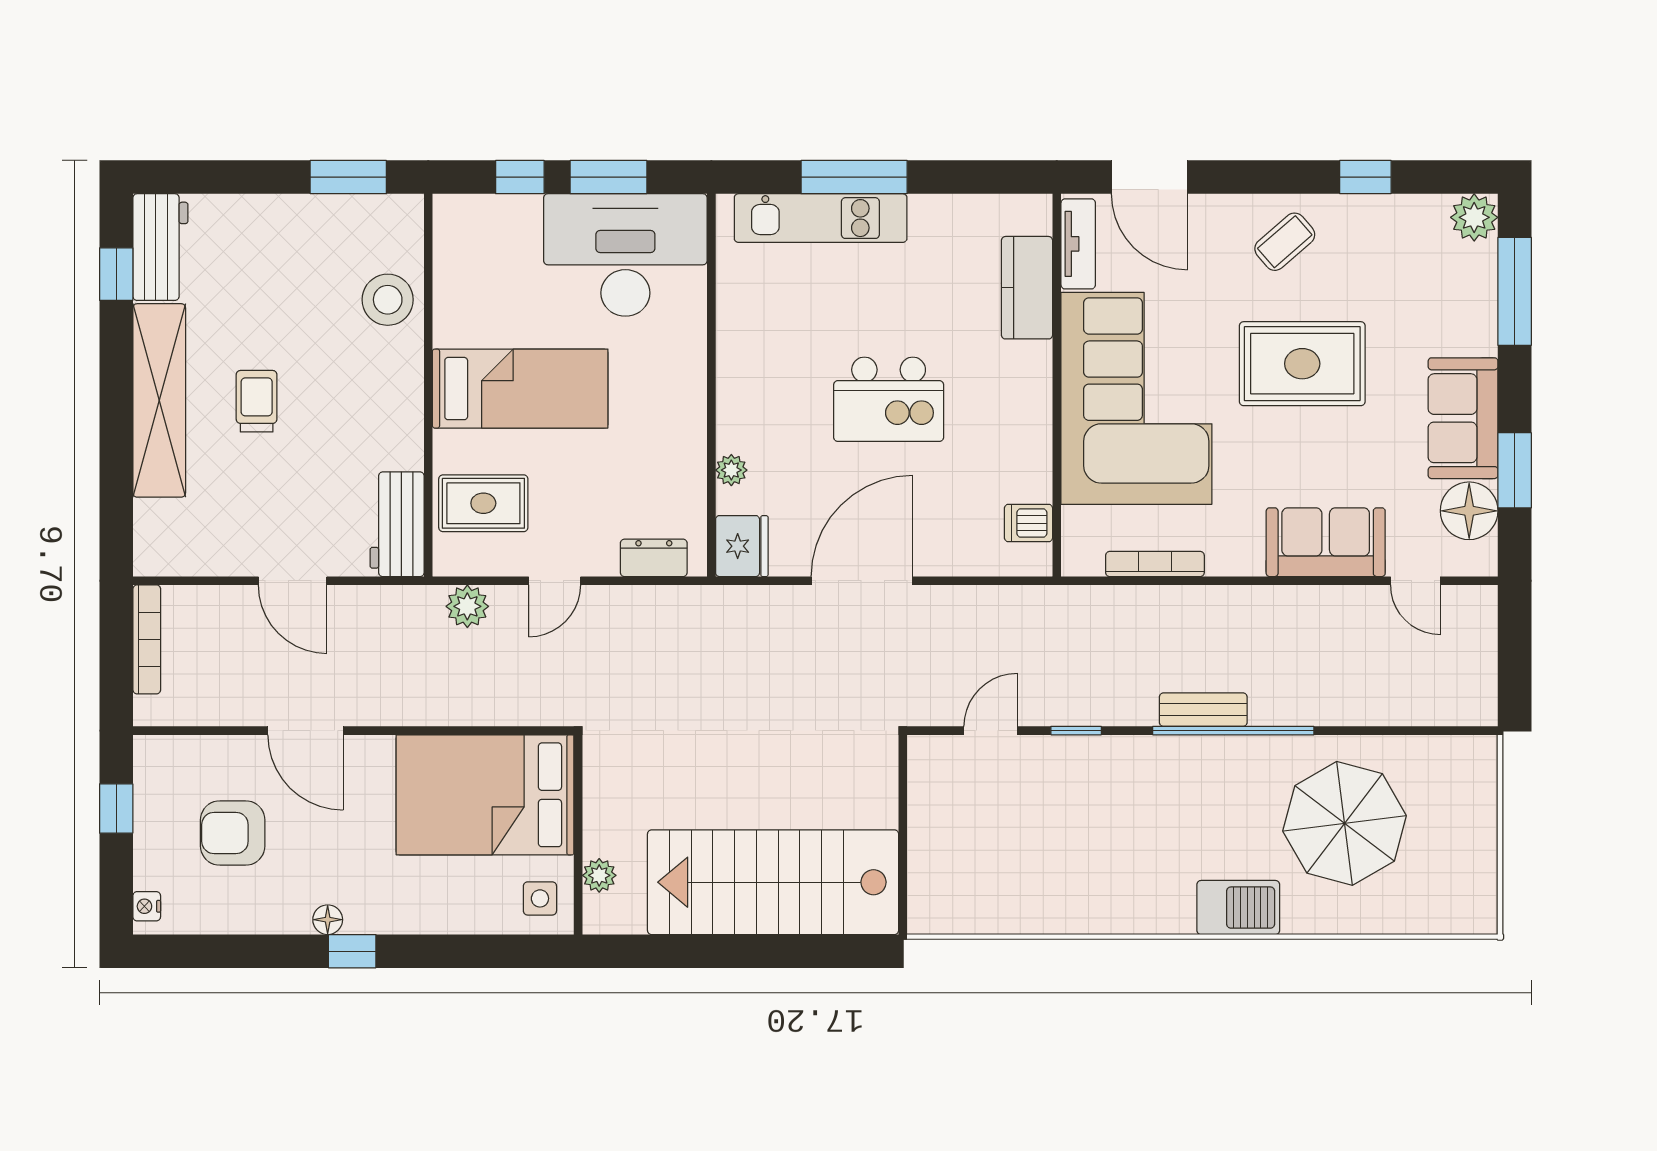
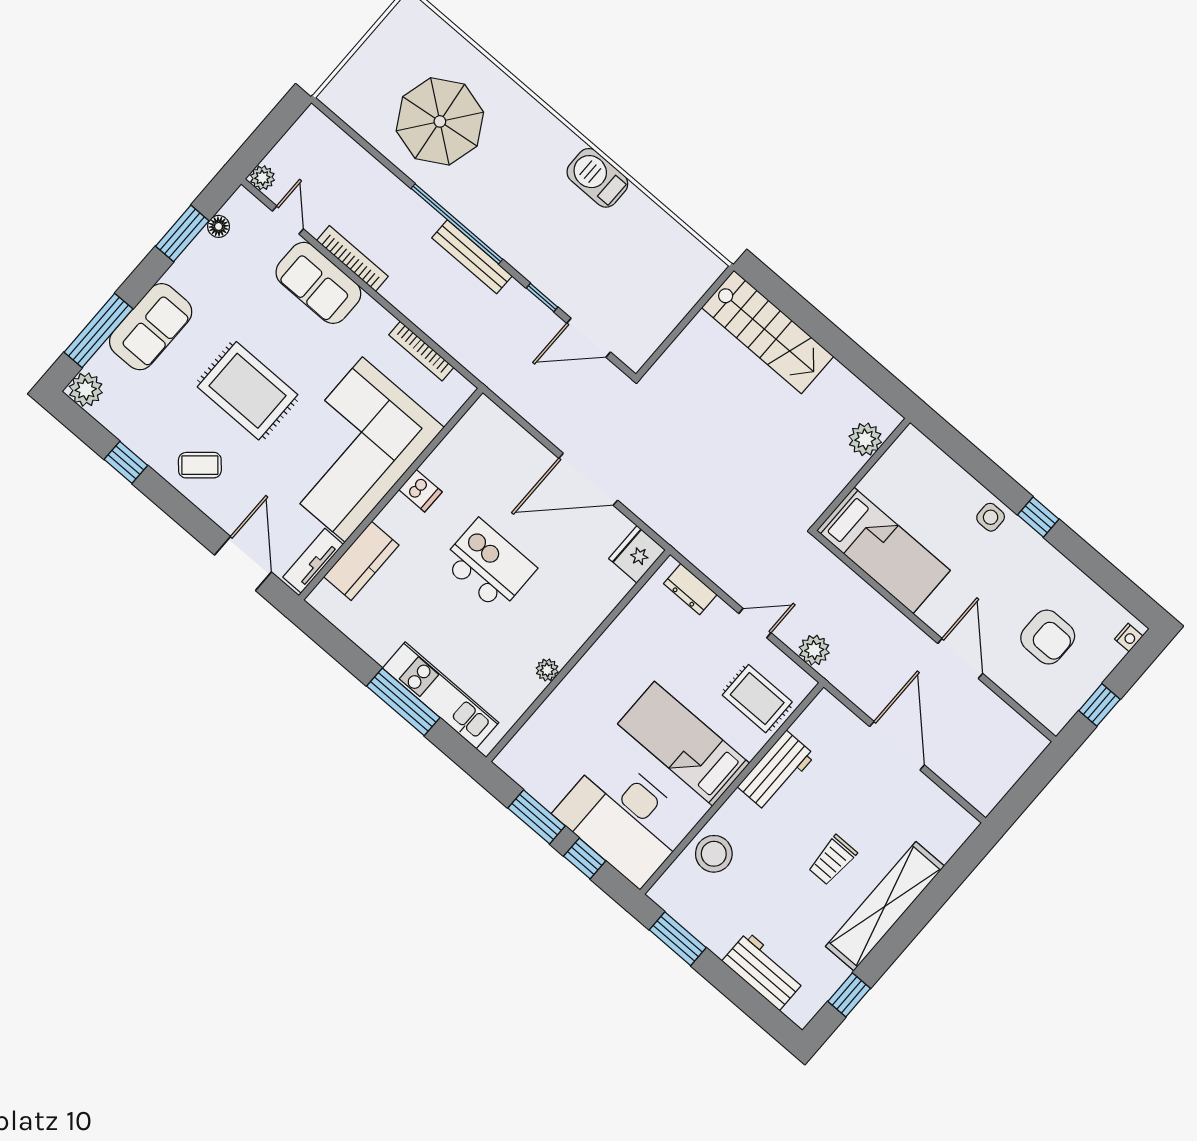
workbench: (160, 247) -> (763, 971), moved, turned 90
desk: (625, 255) -> (624, 819), moved
sofa: (1463, 418) -> (151, 327), moved
plant: (731, 470) -> (547, 670), moved
floor lamp: (1469, 511) -> (219, 226), width x0.53, depth x0.53
dishwasher: (1029, 523) -> (420, 491), moved
workbench: (397, 524) -> (776, 771), moved
door: (293, 581) -> (897, 746), width x1.36
plant: (1481, 602) -> (262, 178), added
bookcase: (147, 639) -> (352, 259), moved, turned 90
bench: (1203, 710) -> (472, 257), width x1.36
door: (990, 731) -> (589, 338), width x1.38
bed: (485, 795) -> (883, 550), width x0.67
plant: (599, 875) -> (865, 439), width x1.38, depth x1.38
stairs: (773, 882) -> (768, 332), width x0.73, depth x0.66
side table: (540, 898) -> (991, 517), moved
barbecue: (1238, 908) -> (597, 178), moved
floor lamp: (328, 920) -> (1037, 546), removed

